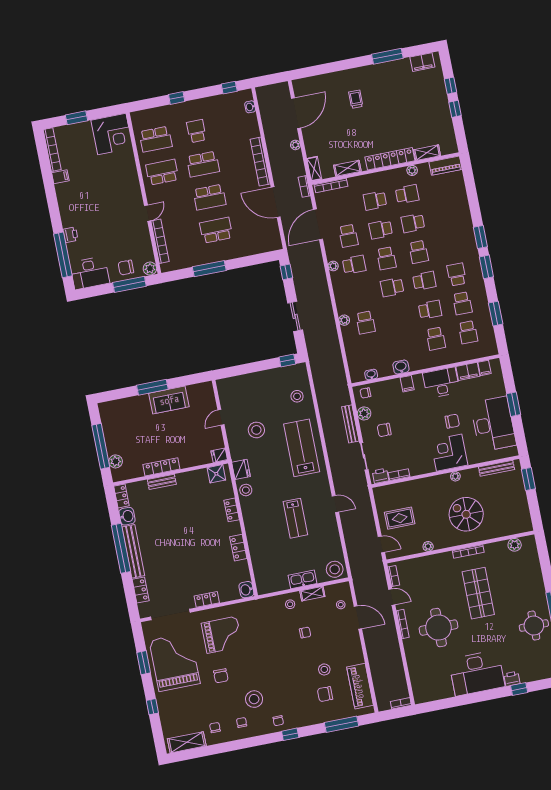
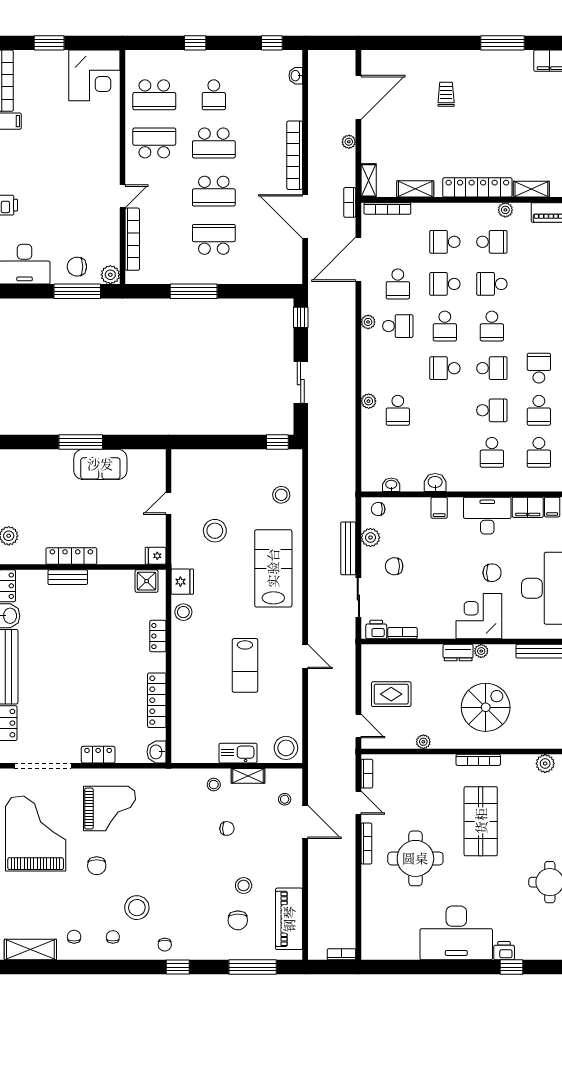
school desk: (196, 131) -> (214, 95), turned 180
dresser: (440, 481) -> (458, 653), added
spiral stairs: (466, 514) -> (486, 707), turned 90
locker: (238, 548) -> (157, 700), width x1.53
chair: (325, 694) -> (238, 920), turned -91

